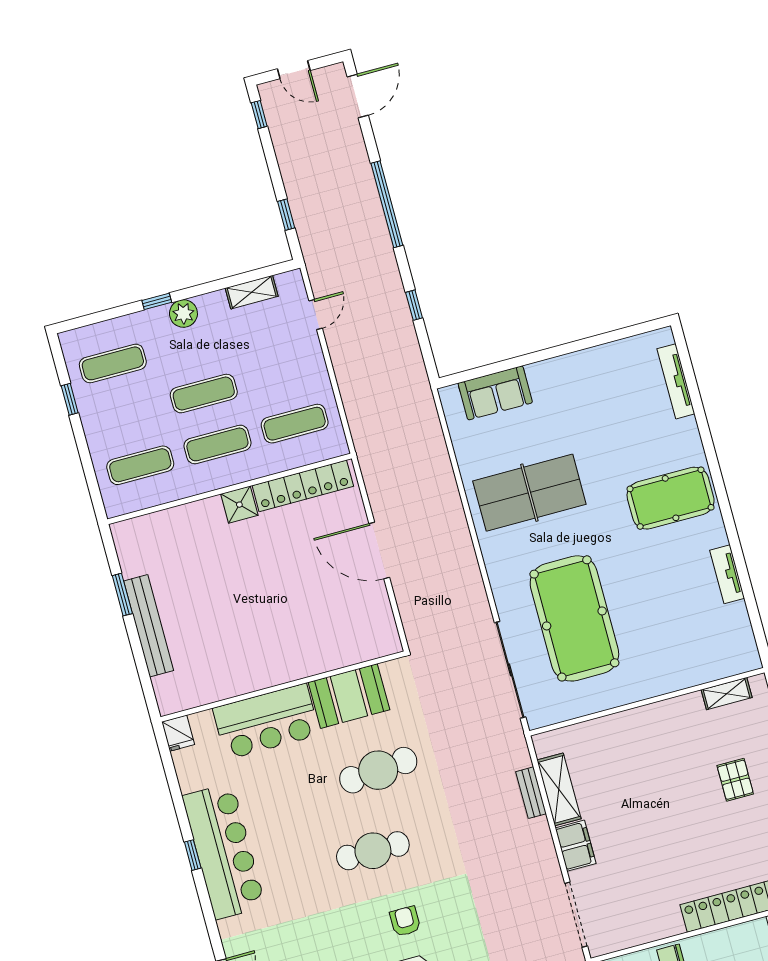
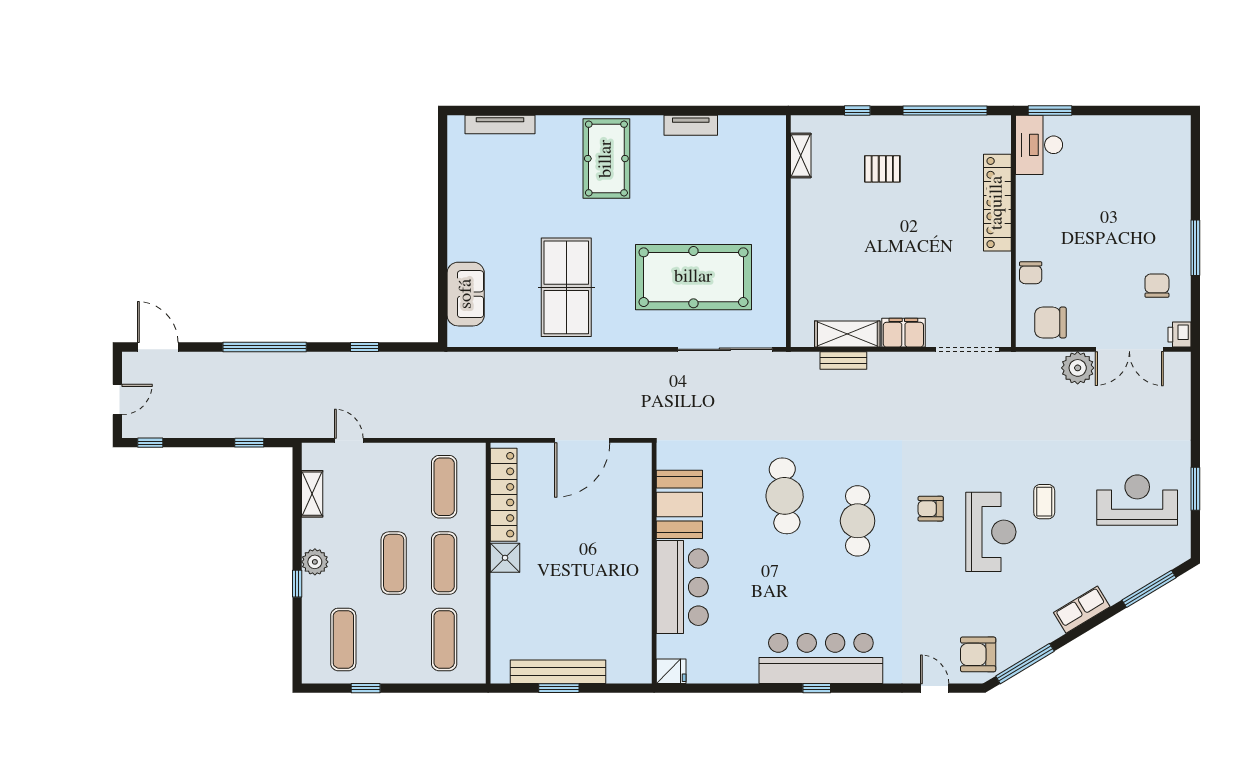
bench: (149, 626) -> (558, 672), moved
wall: (283, 687) -> (654, 563), moved
booth: (349, 696) -> (679, 504), moved
bar counter: (266, 722) -> (682, 587), moved
fridge: (178, 733) -> (671, 671), moved

